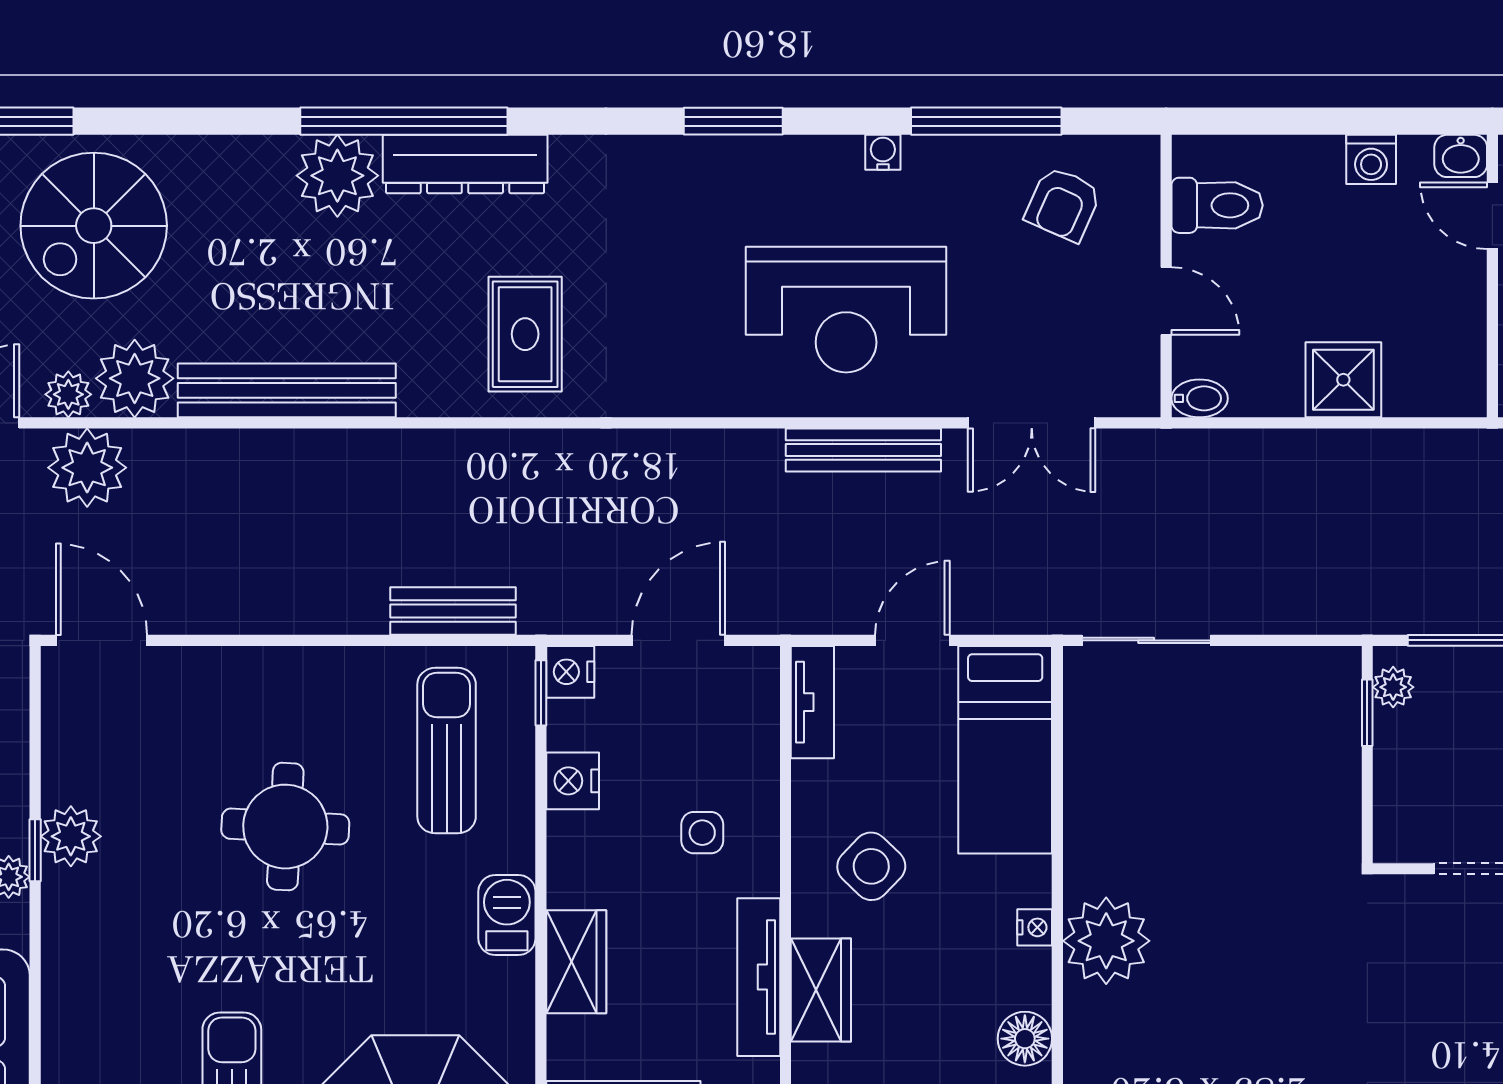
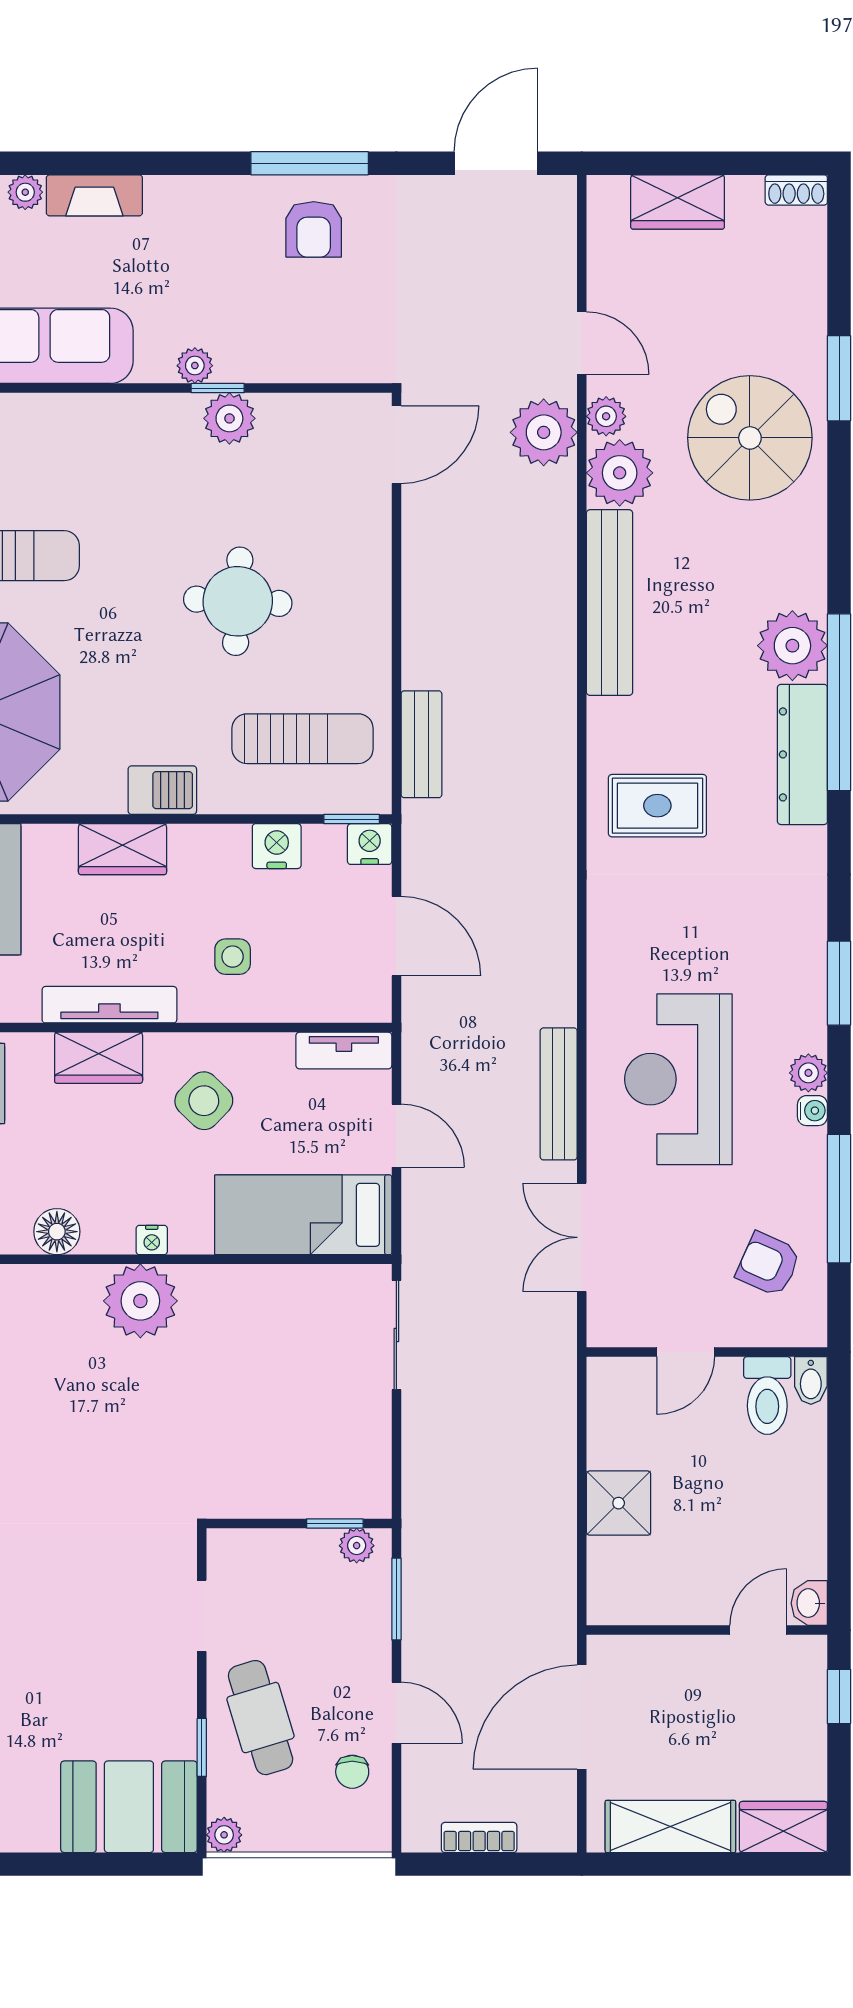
plant: (839, 157) -> (808, 1073), added
washing machine: (1371, 159) -> (806, 1527), removed
bidet: (1200, 398) -> (811, 1381), moved

